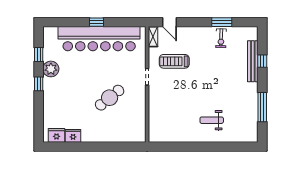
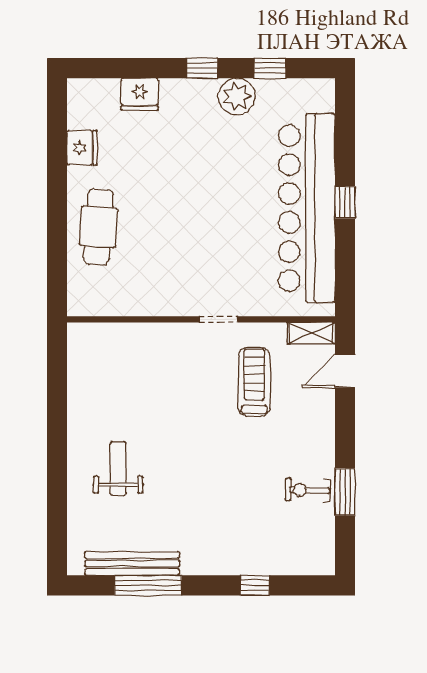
bench: (253, 61) -> (132, 564), moved
cafe table: (110, 98) -> (99, 227), moved, turned 43
fridge: (57, 135) -> (140, 94), moved, turned 90

